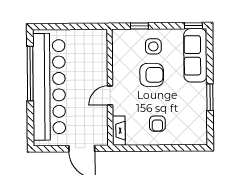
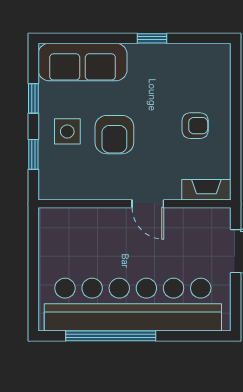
window: (193, 26) -> (33, 98), moved
armchair: (152, 75) -> (114, 135), turned 180
window: (210, 97) -> (152, 38), width x0.67

